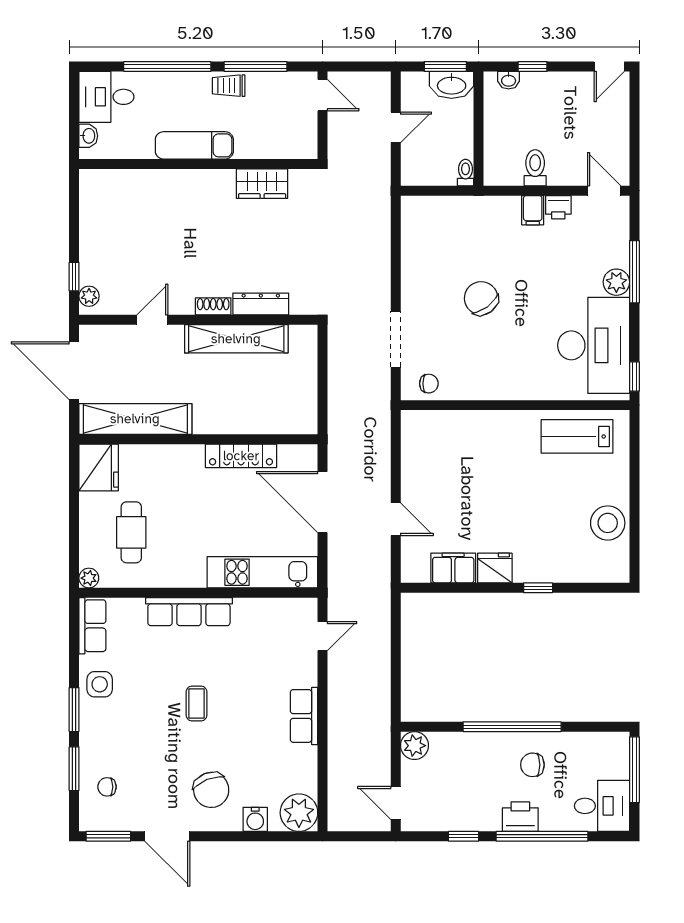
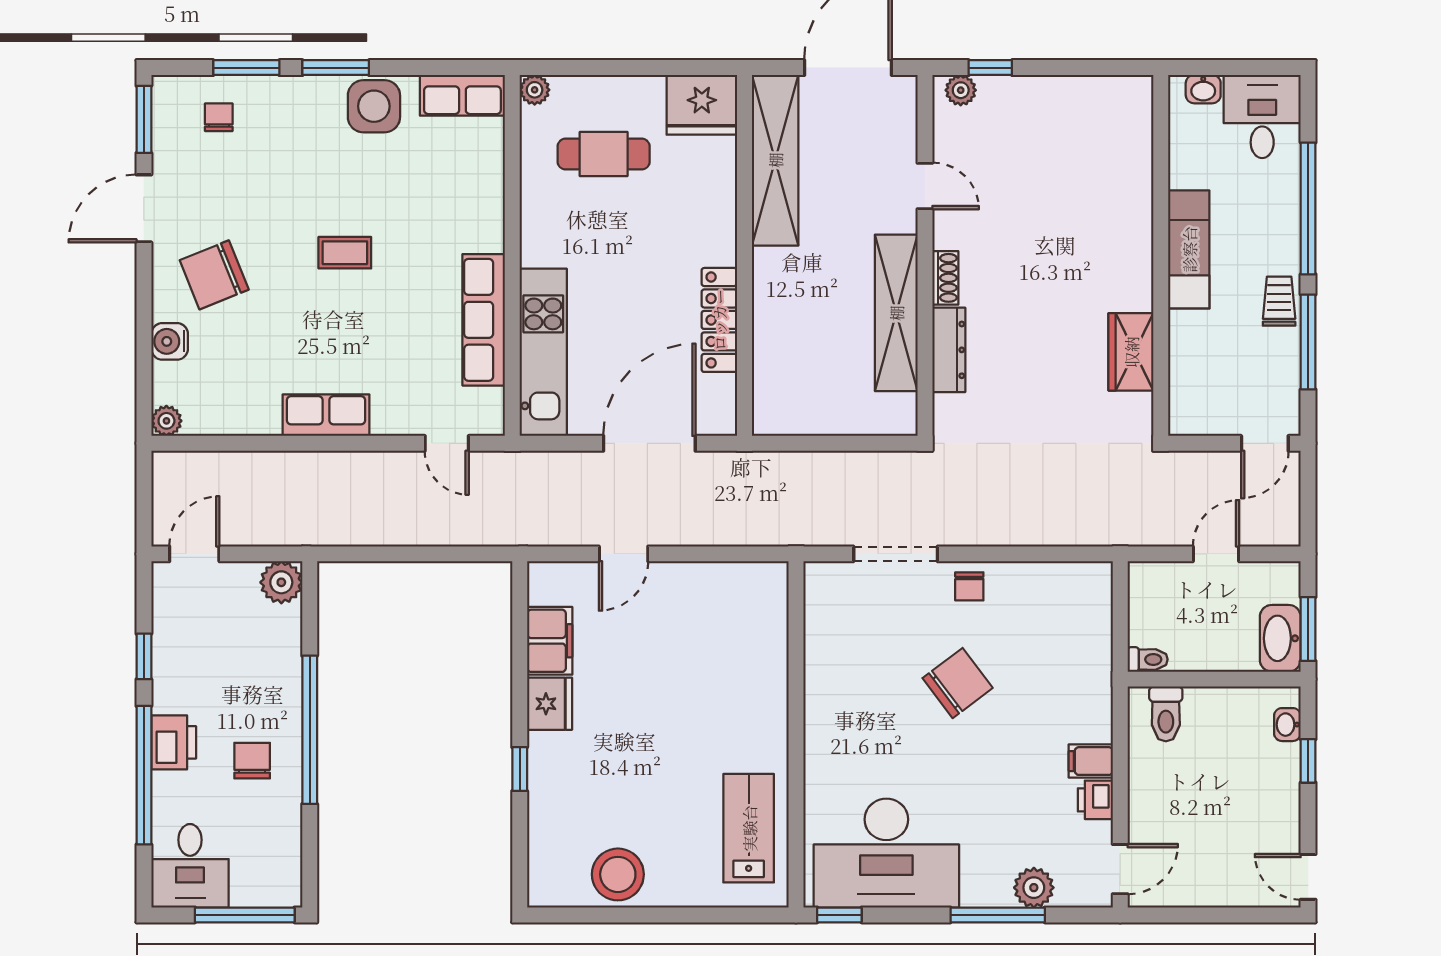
door: (396, 127) -> (1216, 554), swing flipped
toilet: (535, 168) -> (1166, 714), moved, turned 90
plant: (616, 282) -> (1034, 888), moved
chair: (429, 384) -> (969, 586), moved
row of seats: (189, 612) -> (484, 320), moved
side table: (100, 684) -> (374, 106), width x1.37, depth x1.37
plant: (299, 813) -> (166, 421), width x0.53, depth x0.53

